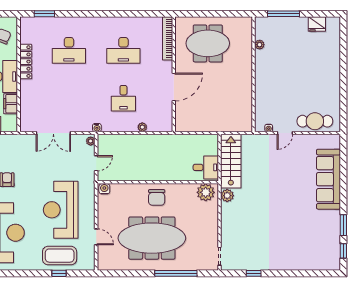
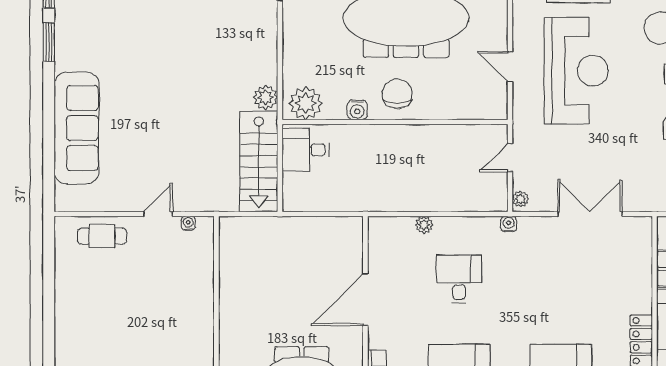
cafe table: (315, 121) -> (102, 236), width x0.73, depth x0.74
water cooler: (104, 189) -> (357, 110), moved
door: (96, 237) -> (510, 66), moved

